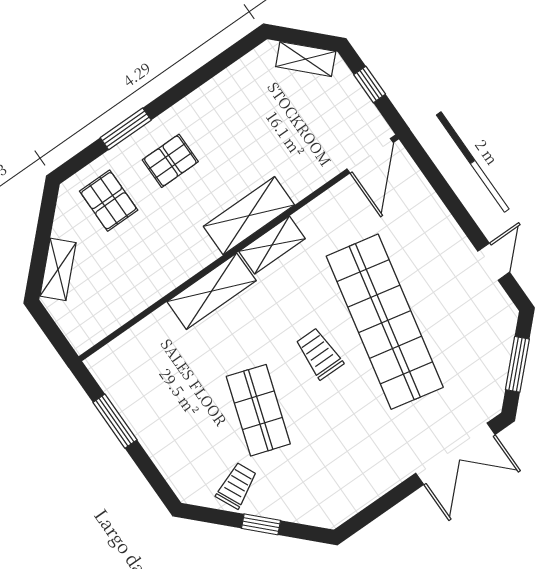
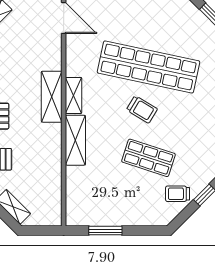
trolley: (319, 354) -> (142, 109), turned -149
trolley: (237, 486) -> (178, 194), turned -65

